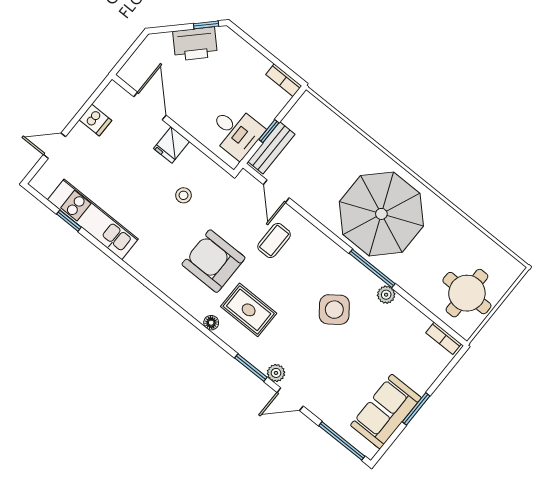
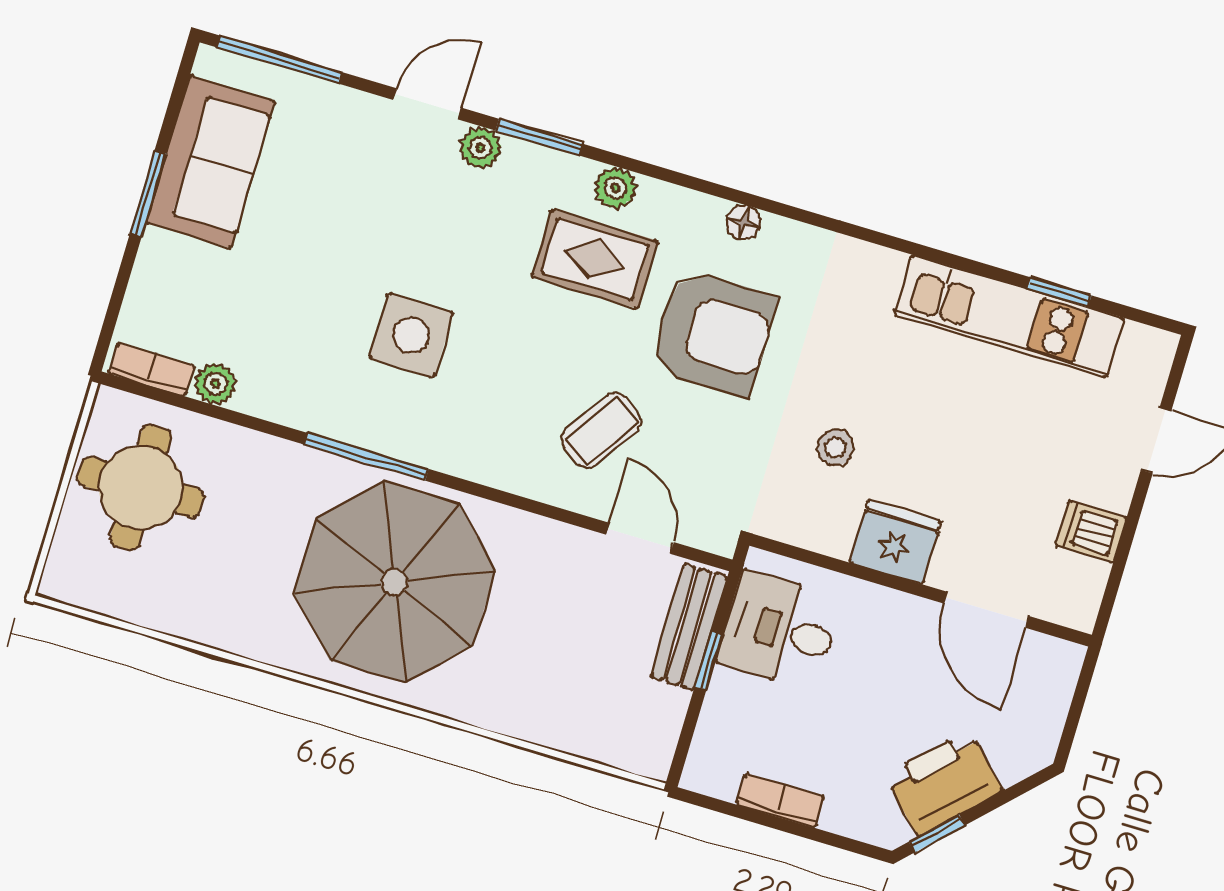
bookcase: (284, 80) -> (780, 801), moved
fridge: (172, 145) -> (895, 542), width x1.38
coffee table: (274, 241) -> (601, 430), turned 33
plant: (386, 295) -> (215, 384), moved
side table: (334, 310) -> (411, 335), turned 37
floor lamp: (211, 323) -> (743, 222), moved
plant: (229, 335) -> (615, 188), added

